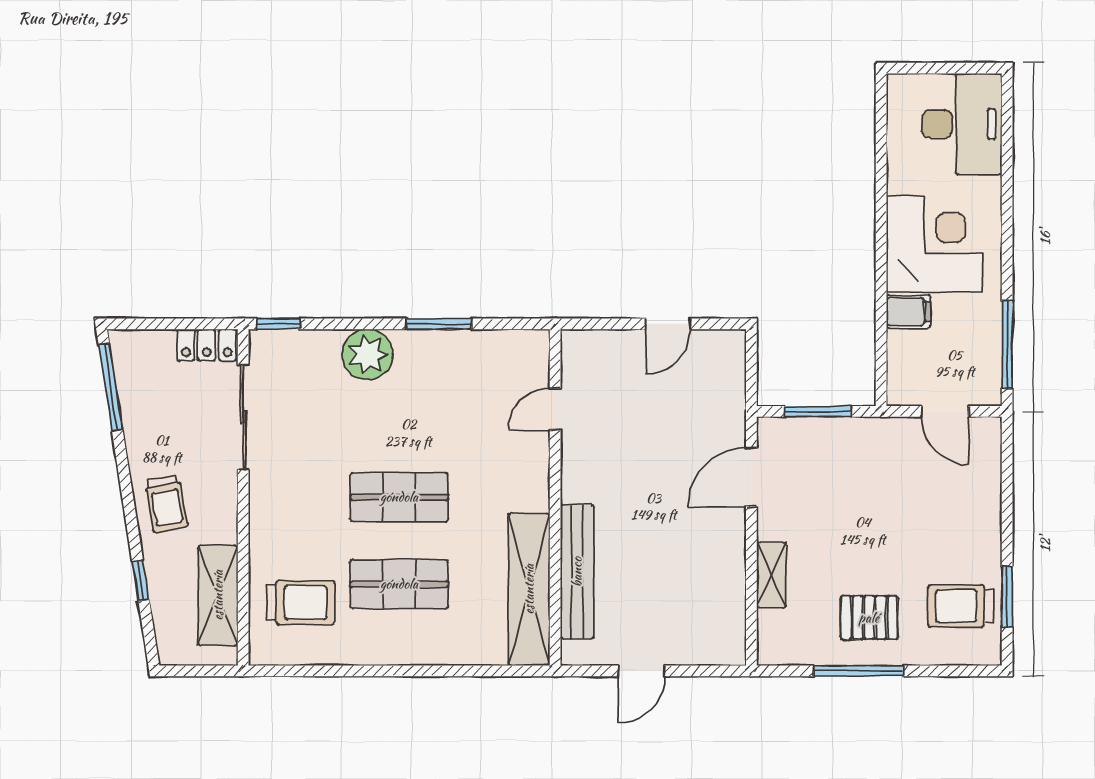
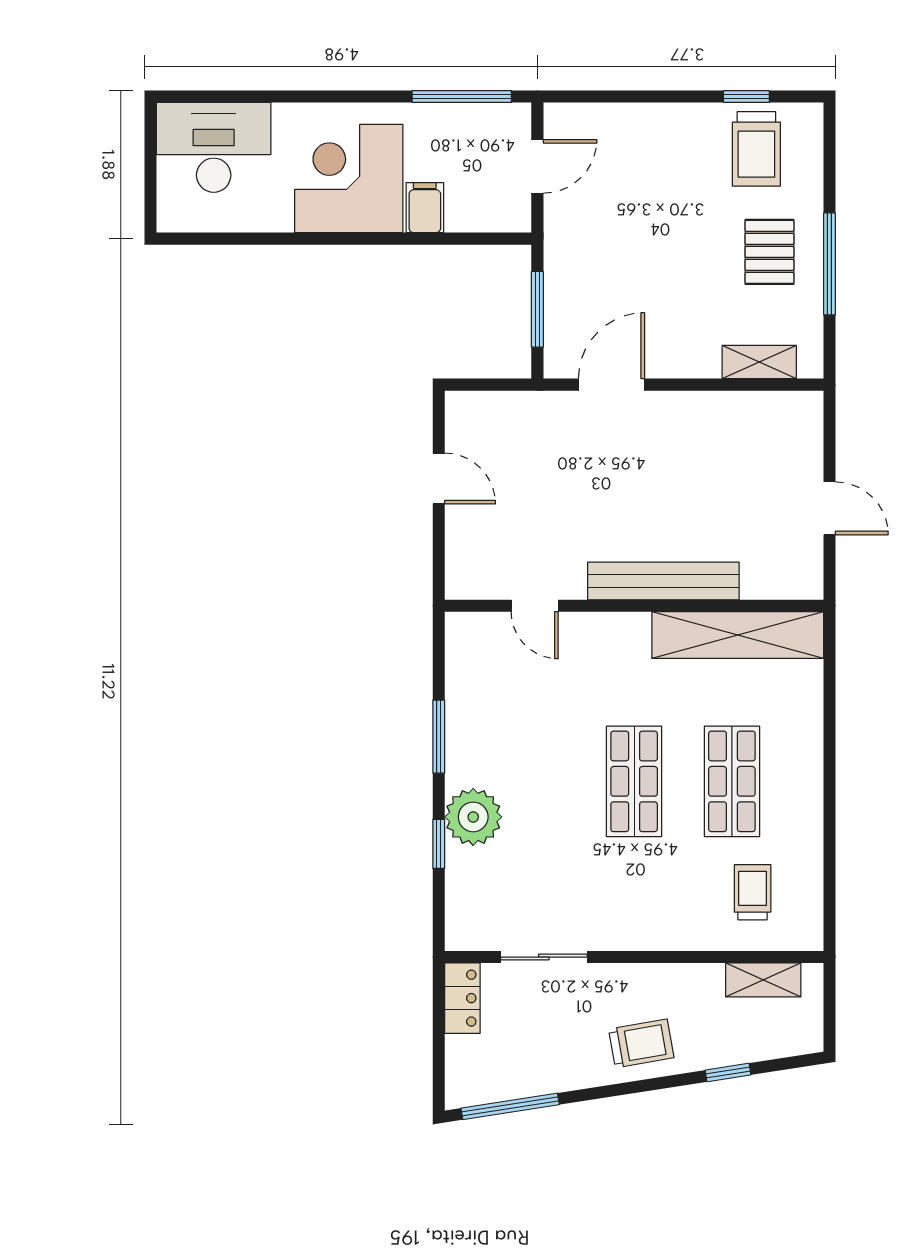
window: (278, 324) -> (439, 844), moved
sliding door: (243, 417) -> (544, 957), width x0.73
door: (751, 477) -> (612, 385), swing flipped
bench: (577, 572) -> (663, 581), moved
shelving: (771, 575) -> (759, 362), moved
shelving: (218, 595) -> (763, 980), width x0.67, depth x0.75
window: (1007, 597) -> (746, 97), width x0.67
trolley: (301, 603) -> (753, 892), width x0.73, depth x0.72

